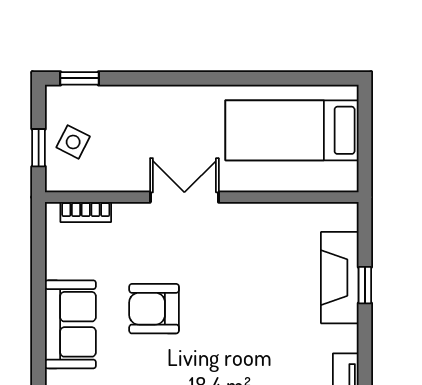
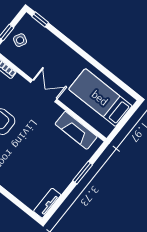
fireplace: (340, 278) -> (76, 130), moved, turned -90
window: (365, 285) -> (83, 173), width x1.50

